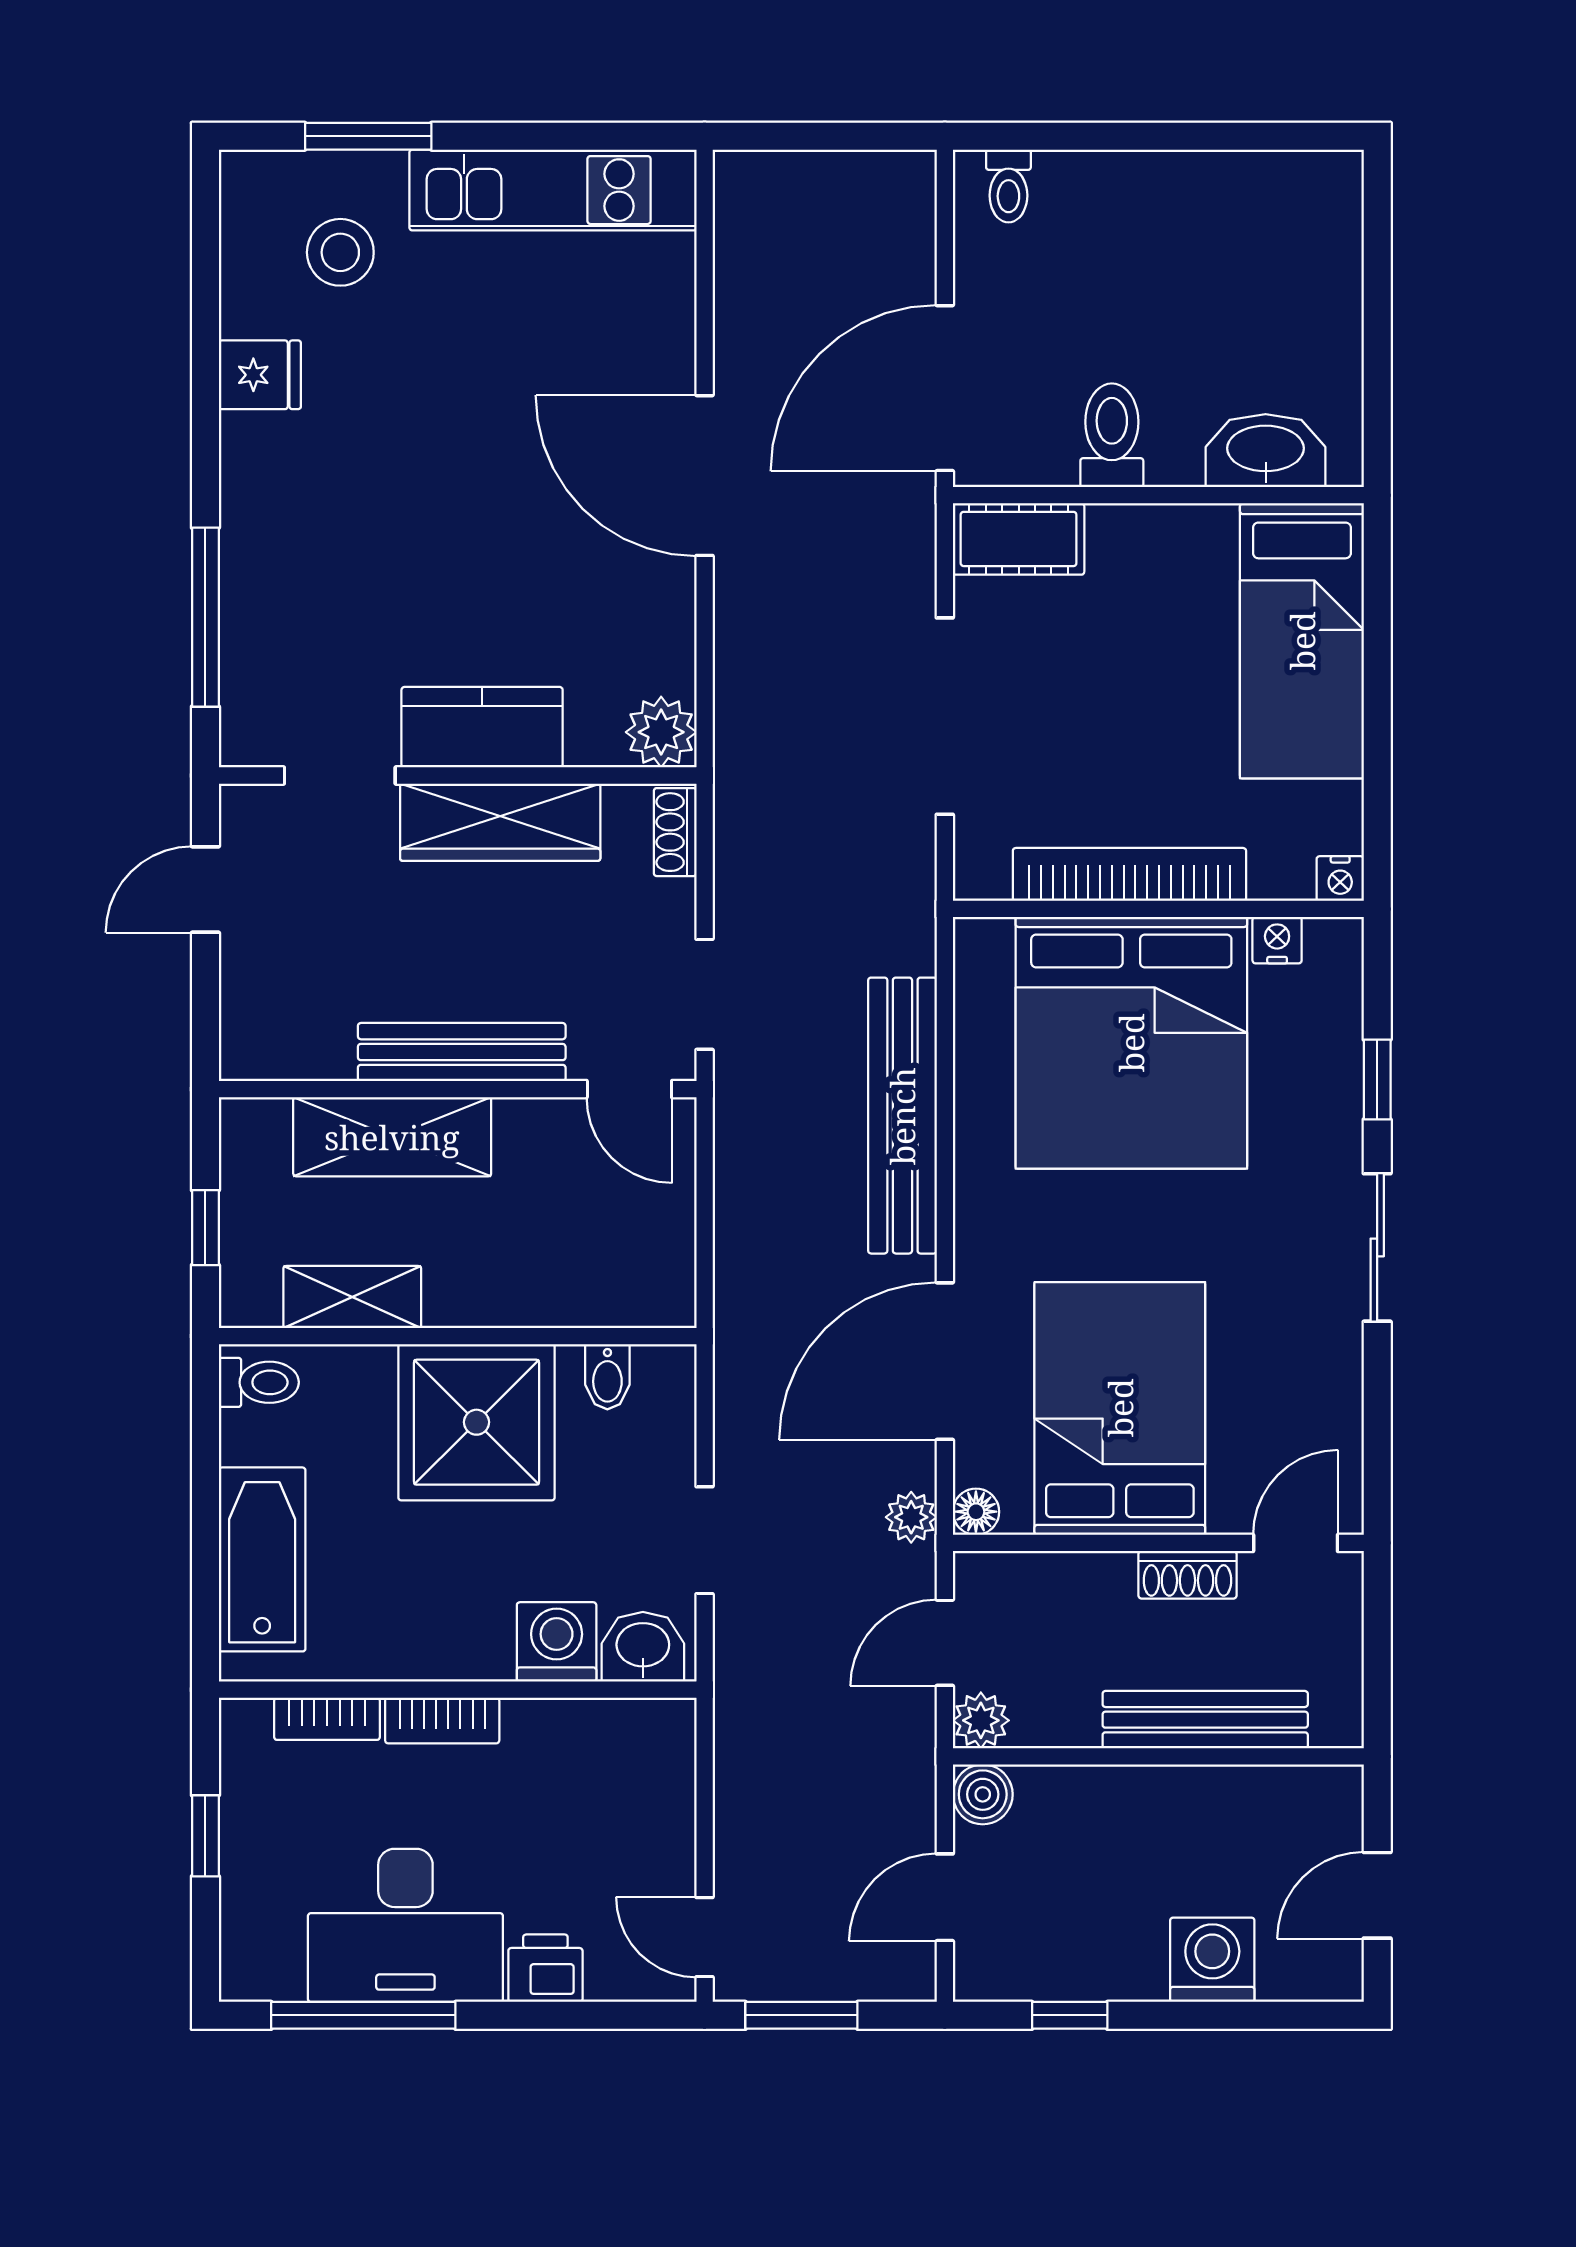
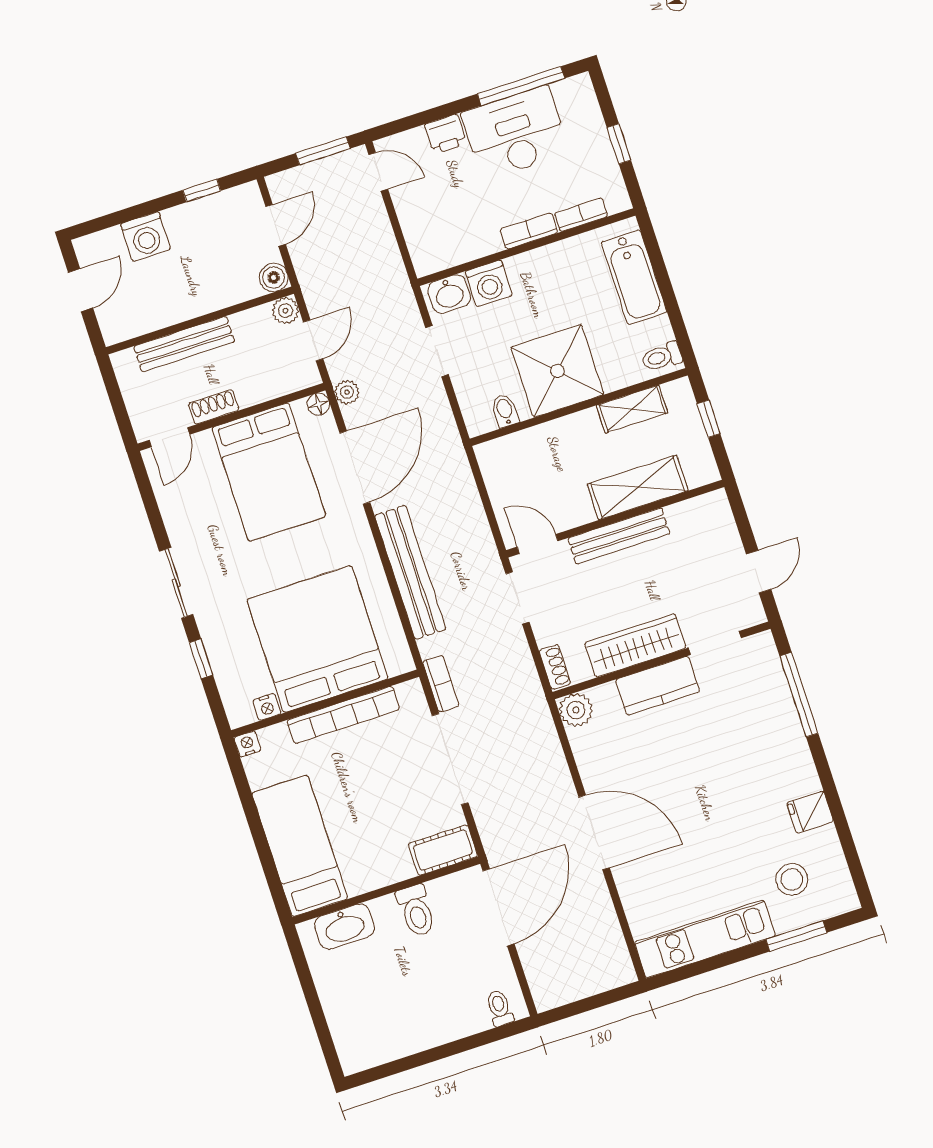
bookcase: (914, 873) -> (441, 684), added

